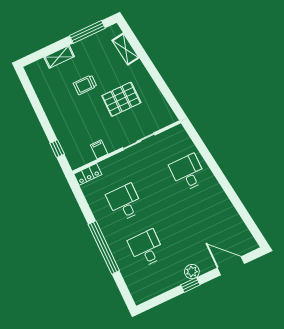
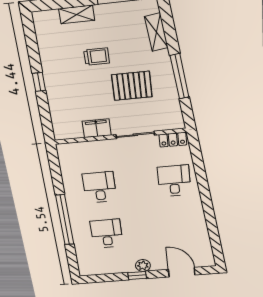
window: (157, 78) -> (180, 76), added
trolley: (85, 85) -> (97, 57), turned 180
window: (57, 149) -> (39, 82), moved
filing cabinet: (99, 149) -> (97, 128), width x2.00
locker: (88, 174) -> (173, 140), moved

